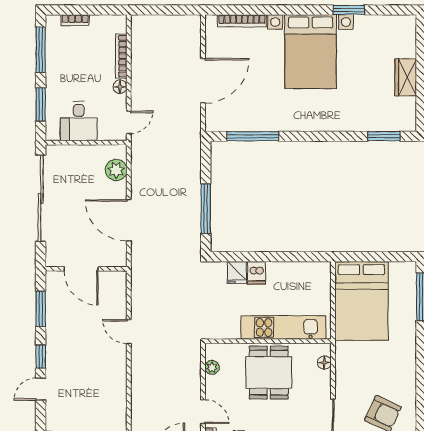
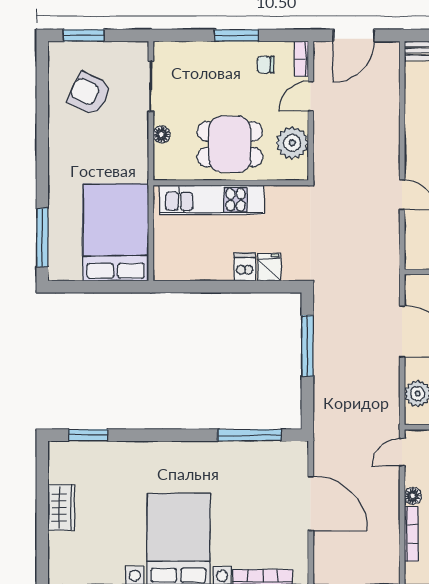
door: (203, 81) -> (311, 504), swing flipped
floor lamp: (324, 363) -> (162, 135), moved
plant: (212, 367) -> (292, 143), width x1.87, depth x1.87
dining table: (269, 373) -> (230, 144), turned 90
door: (203, 412) -> (311, 96), hinge flipped

